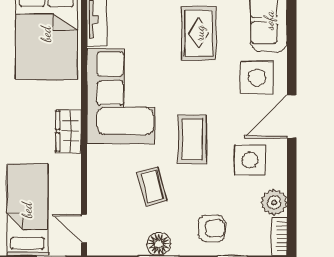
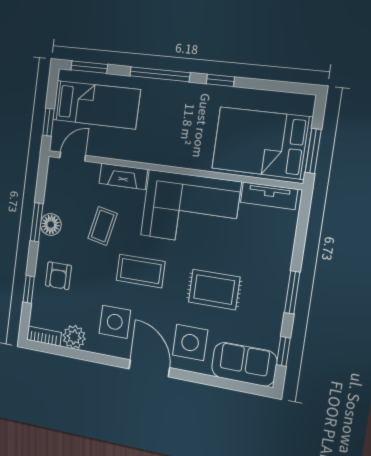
rug: (199, 33) -> (214, 290), moved
wardrobe: (68, 131) -> (164, 153), removed
fireplace: (97, 171) -> (123, 176), added
coffee table: (152, 186) -> (103, 226), turned -64

